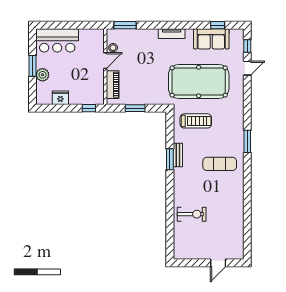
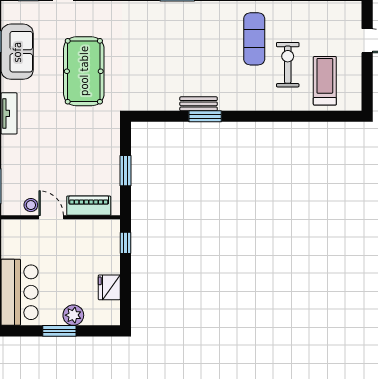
pool table: (199, 82) -> (84, 71), width x0.73, depth x0.76
treadmill: (196, 121) -> (325, 81), moved
exercise mat: (220, 164) -> (254, 39), moved
exercise bike: (192, 214) -> (288, 65), moved

